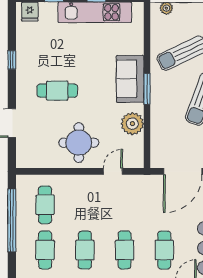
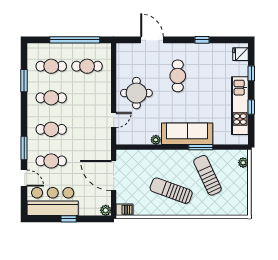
sofa: (130, 79) -> (187, 134), width x1.36
window: (147, 89) -> (201, 147), moved
plant: (132, 124) -> (156, 140), width x0.53, depth x0.53
door: (113, 171) -> (114, 120), hinge flipped

